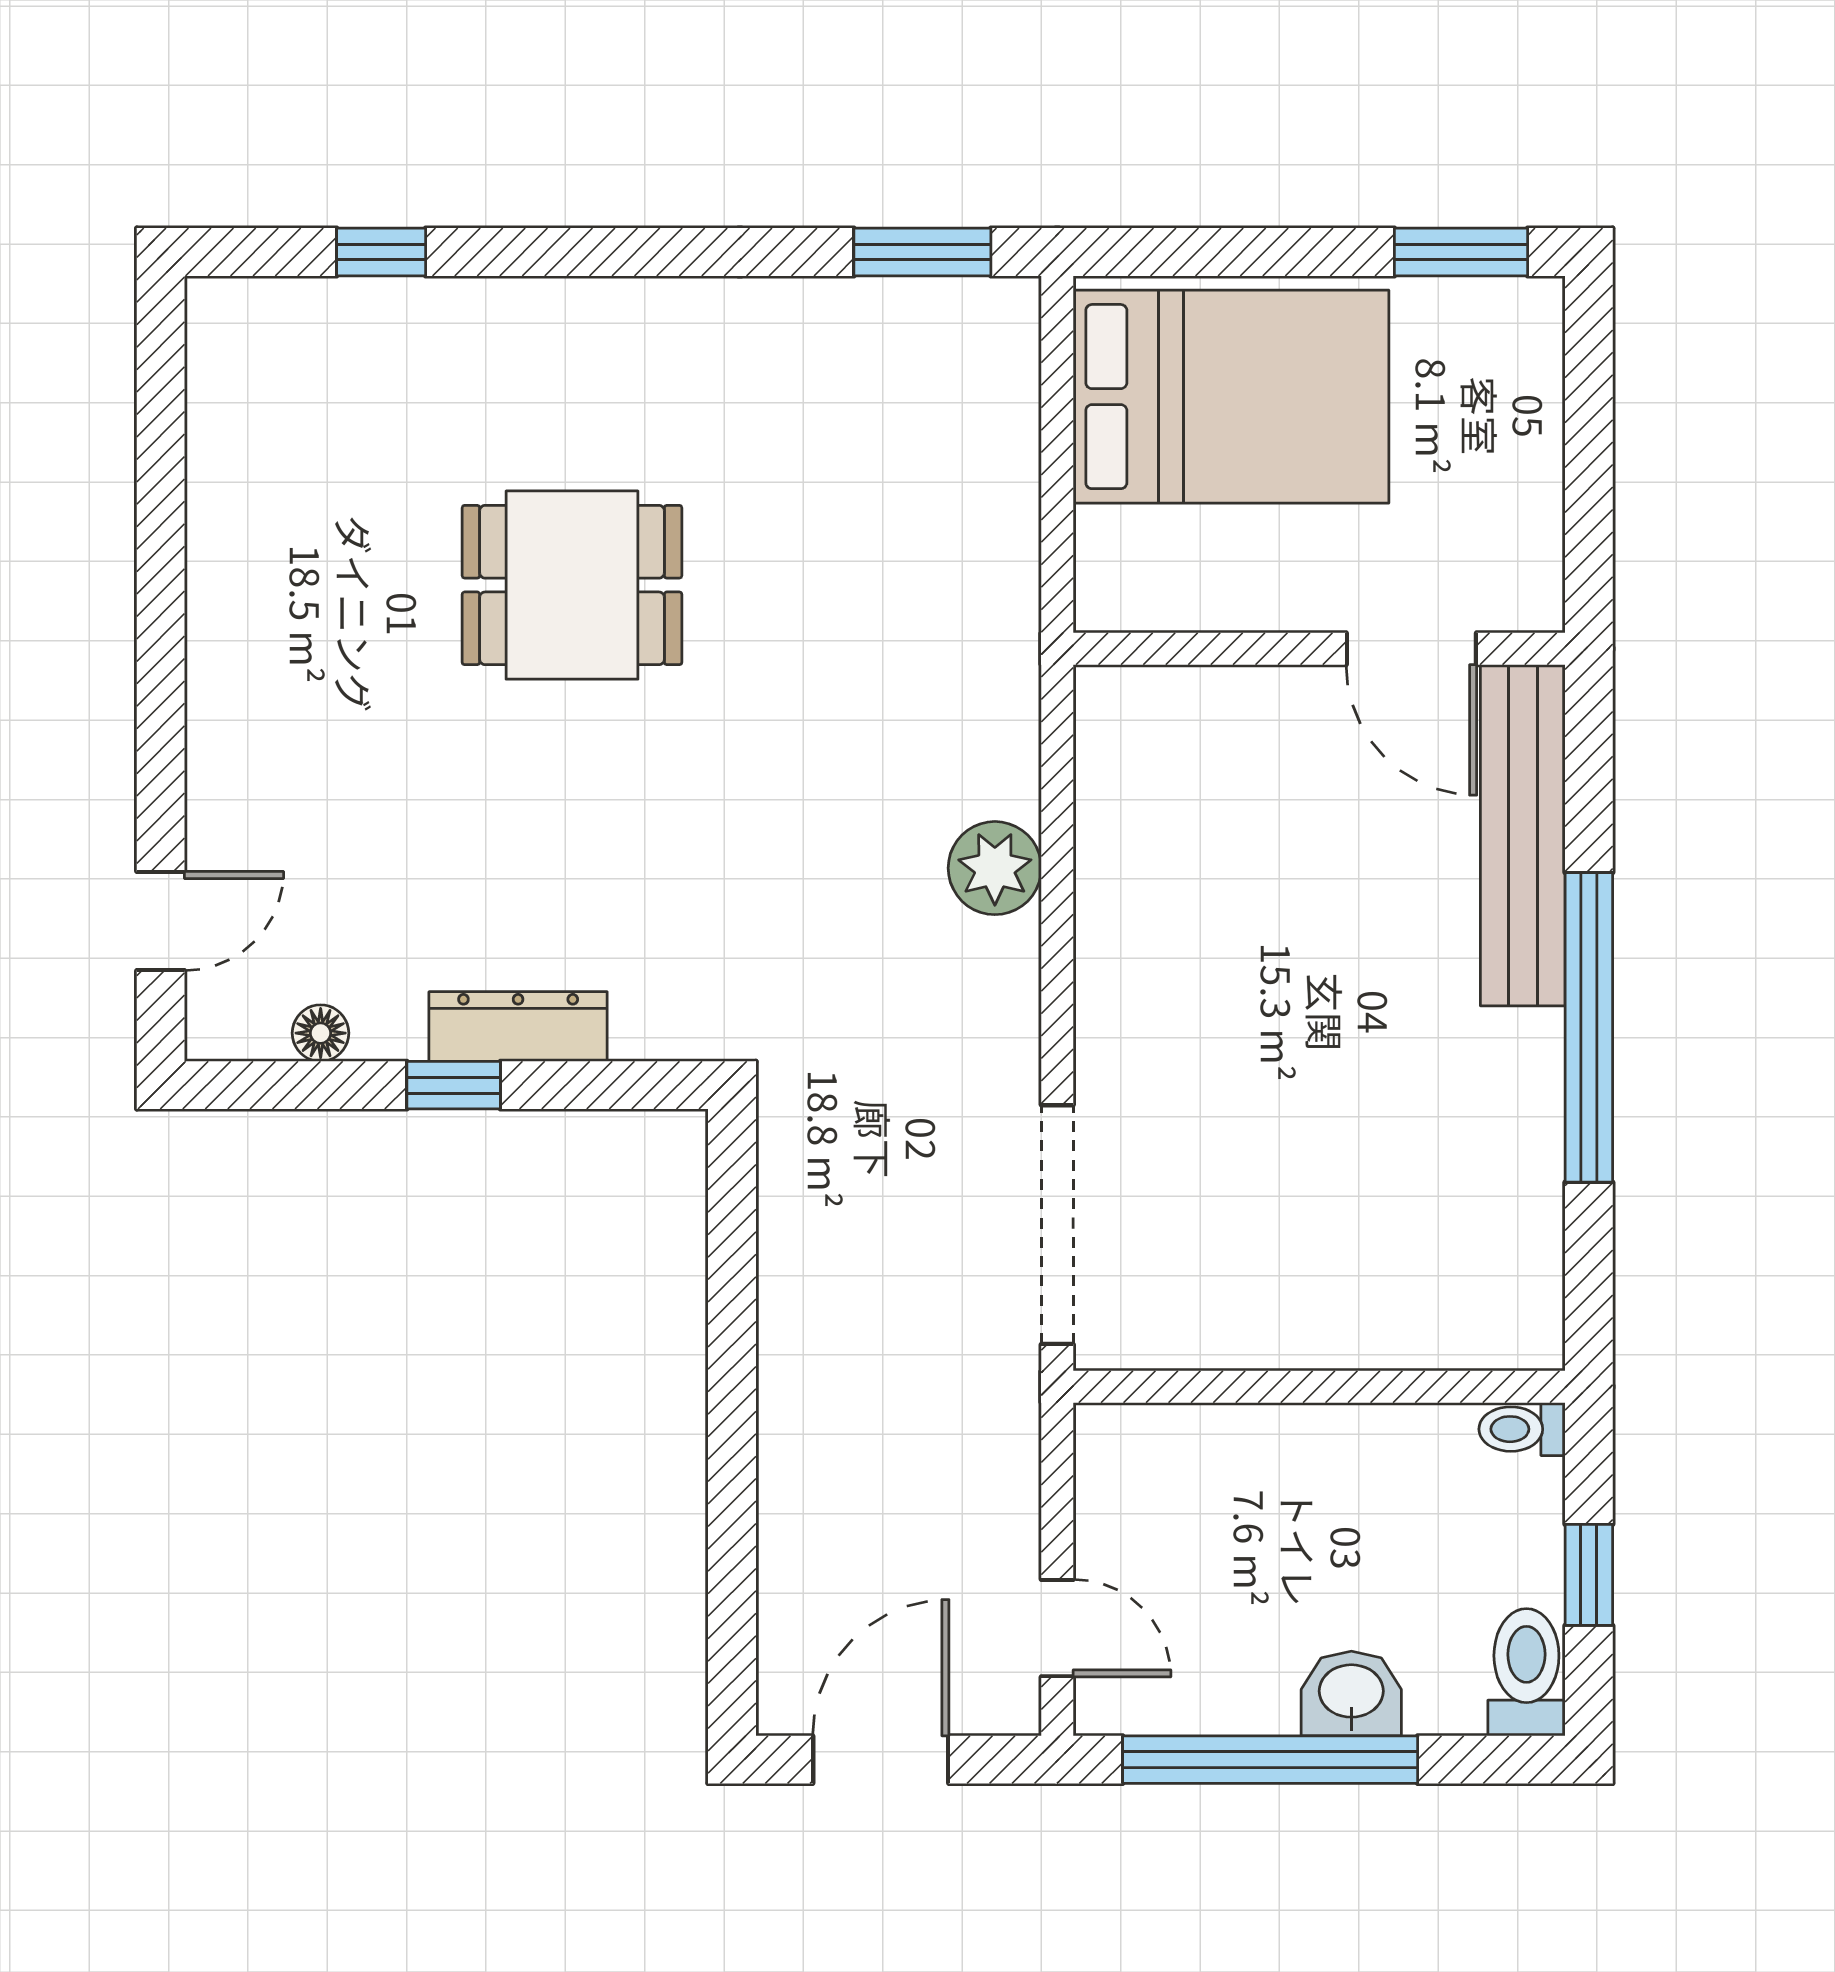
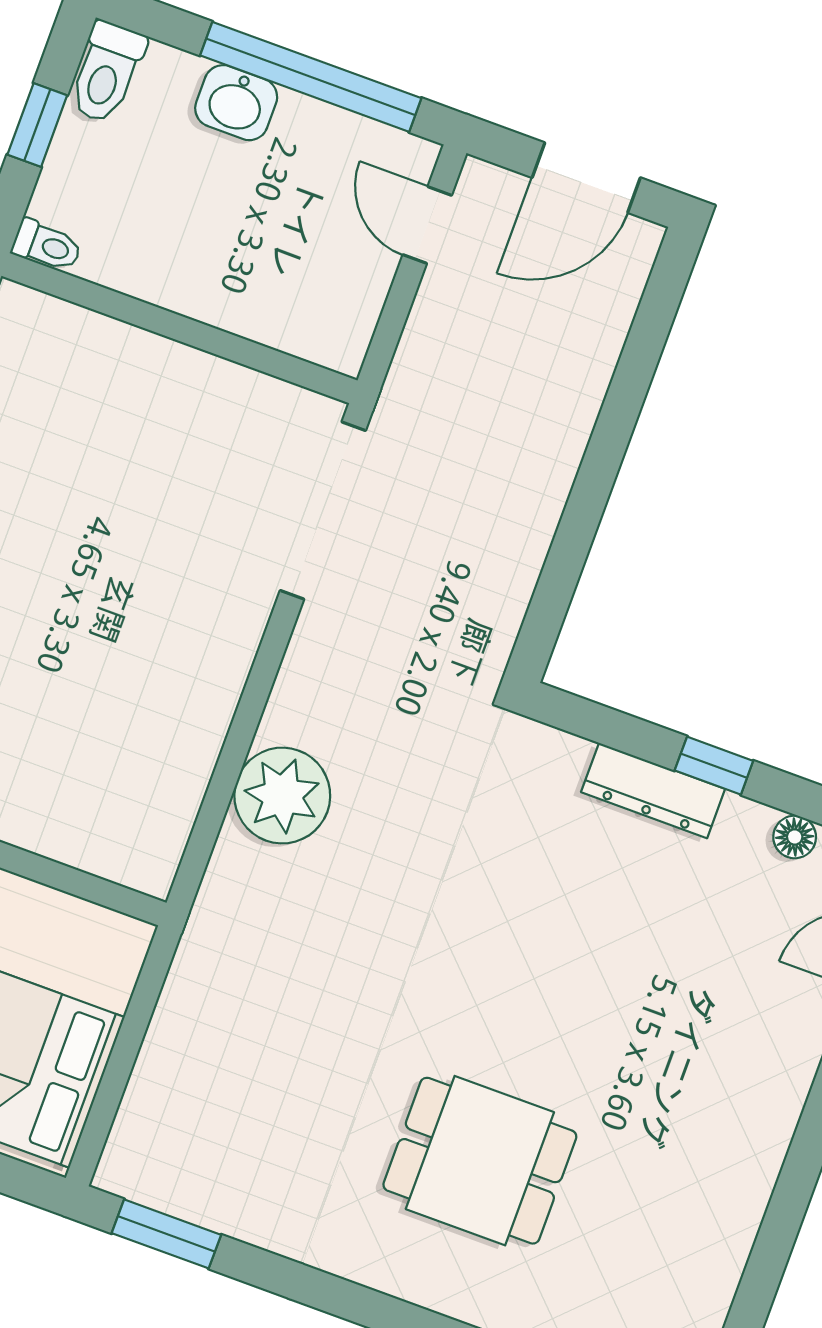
dining table: (572, 585) -> (480, 1161), moved
plant: (995, 868) -> (282, 796), width x1.36, depth x1.36

